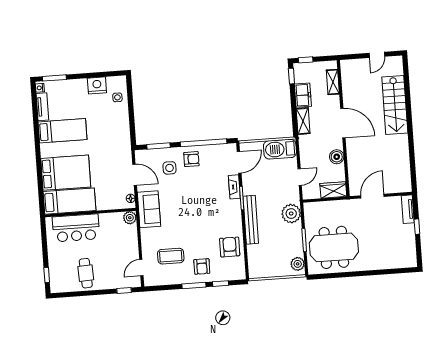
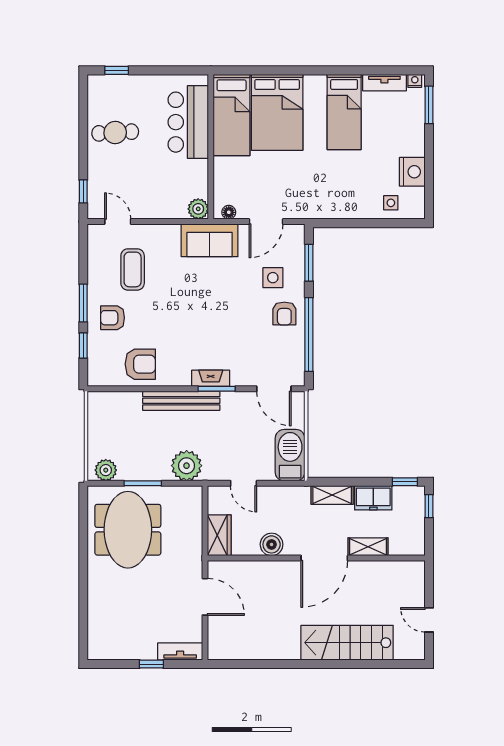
shelving: (333, 82) -> (368, 547), moved
fireplace: (234, 187) -> (211, 378), moved

